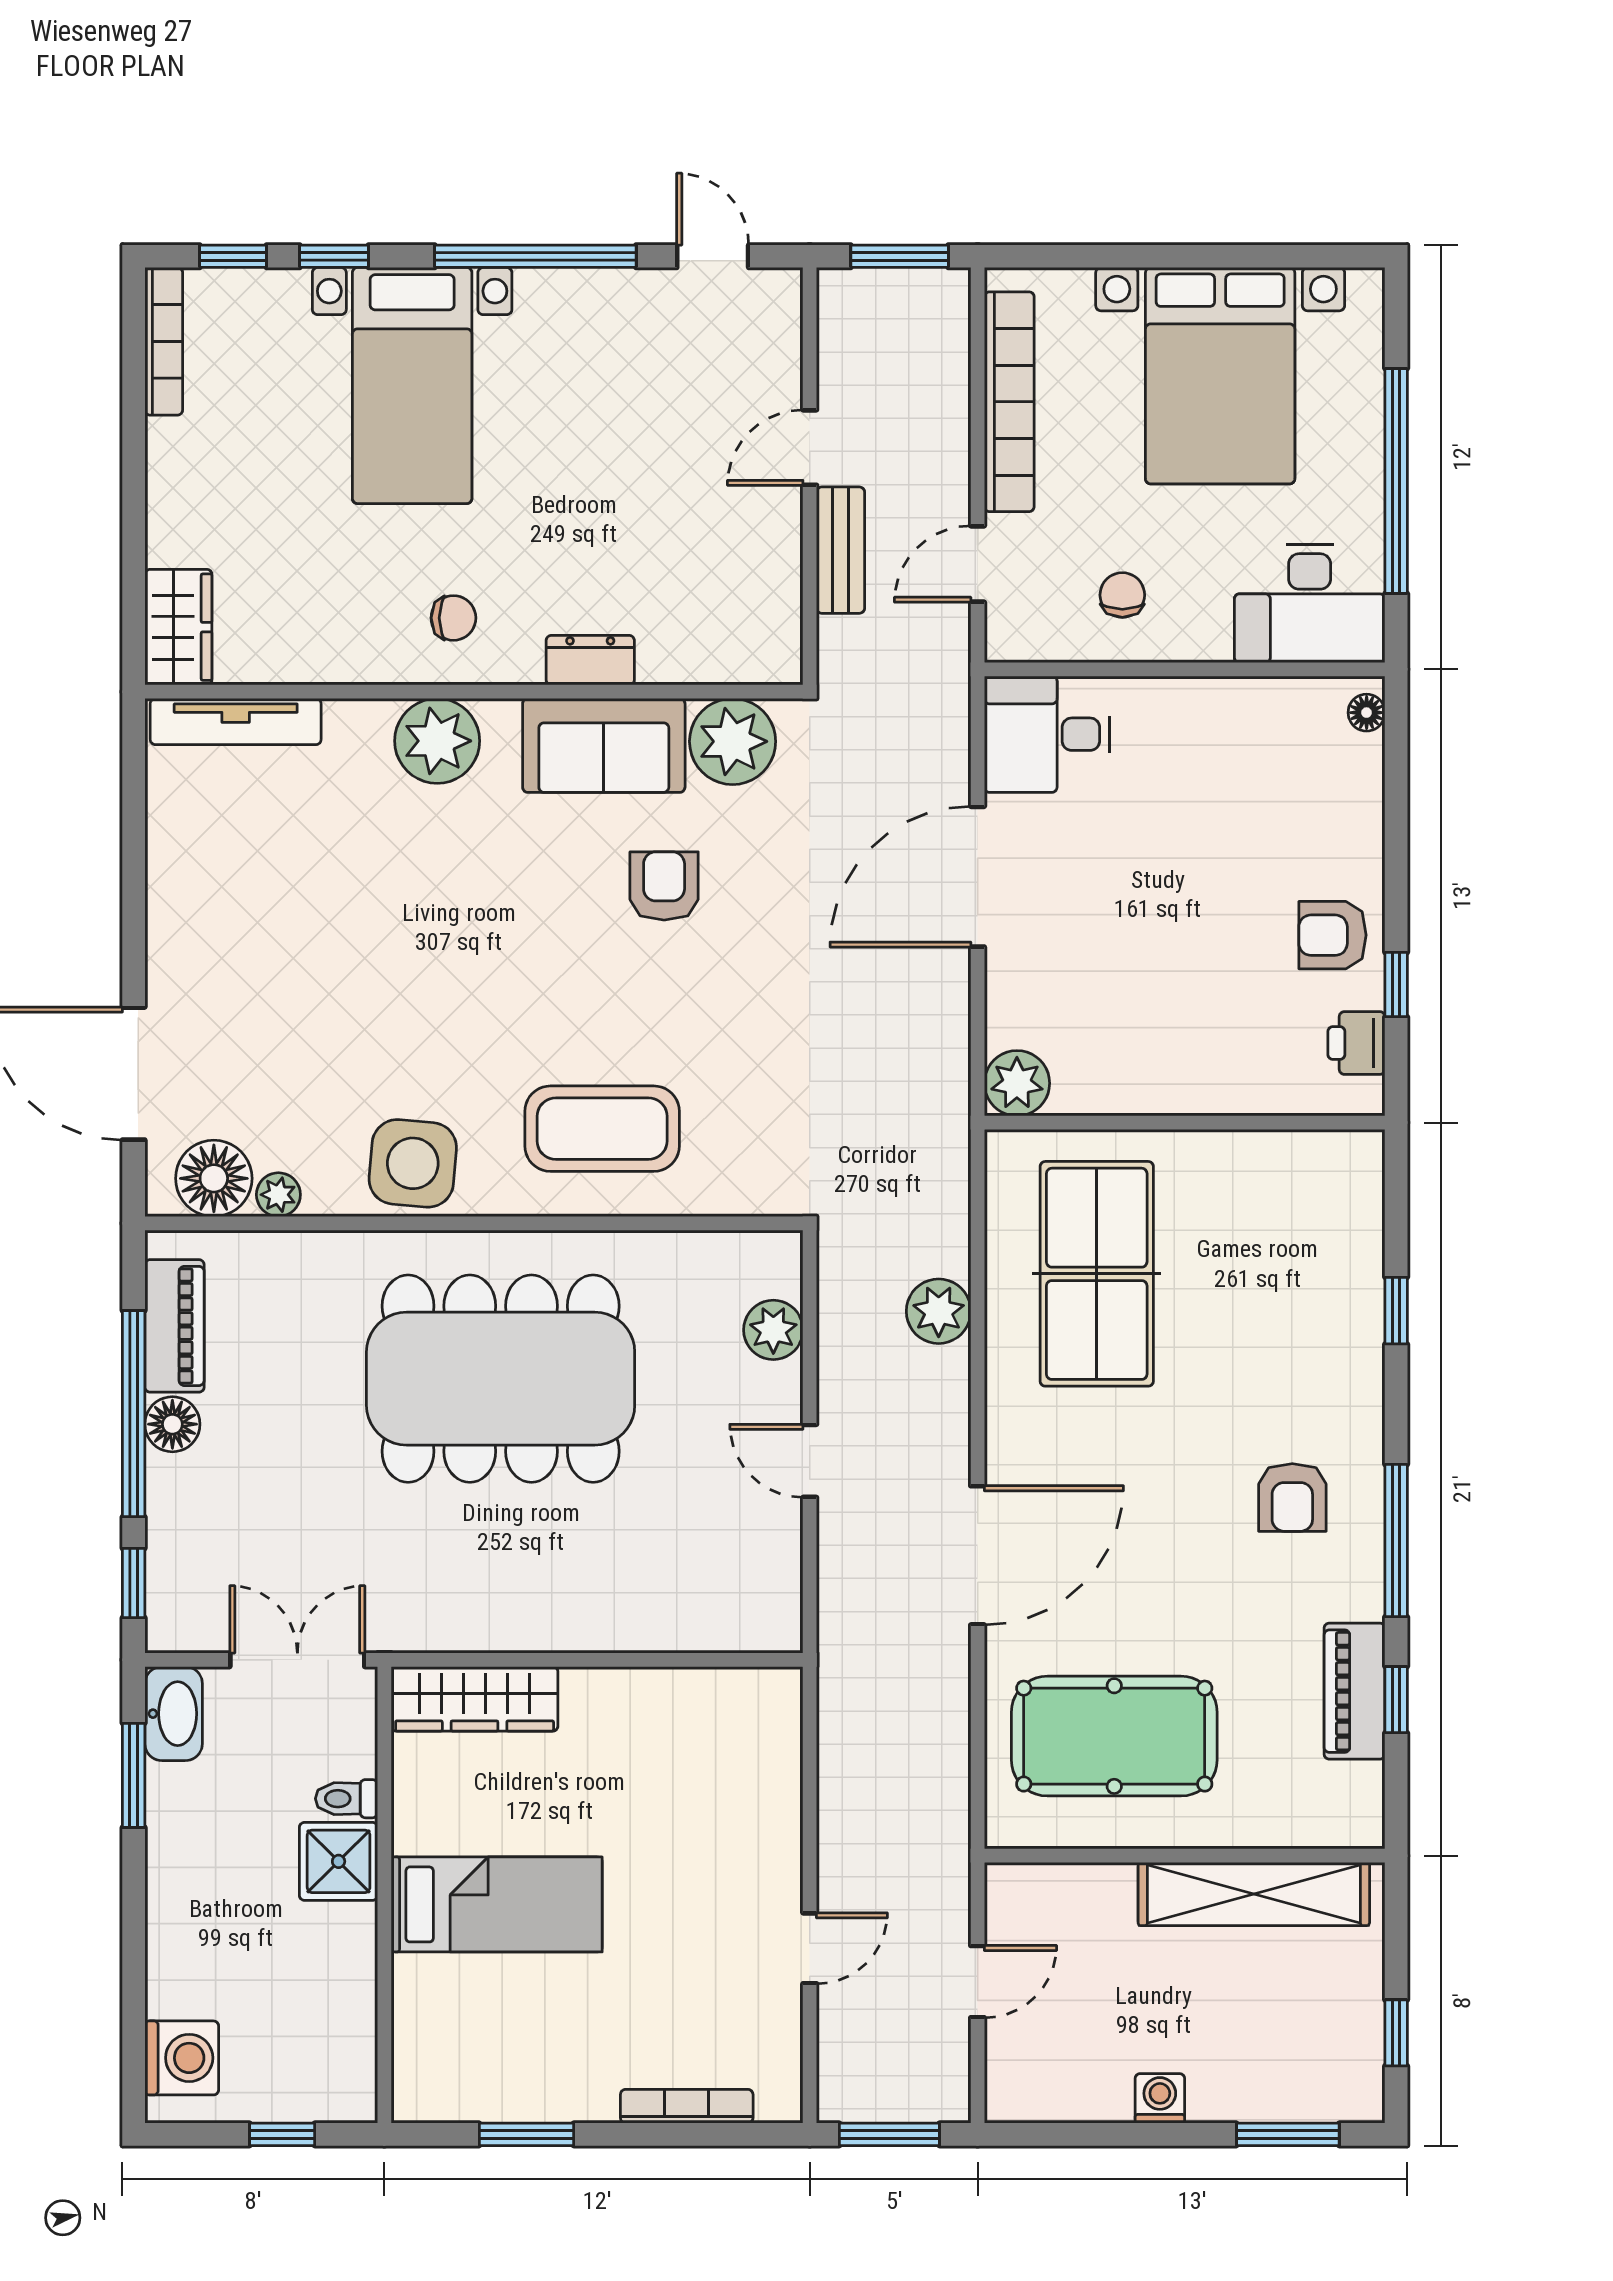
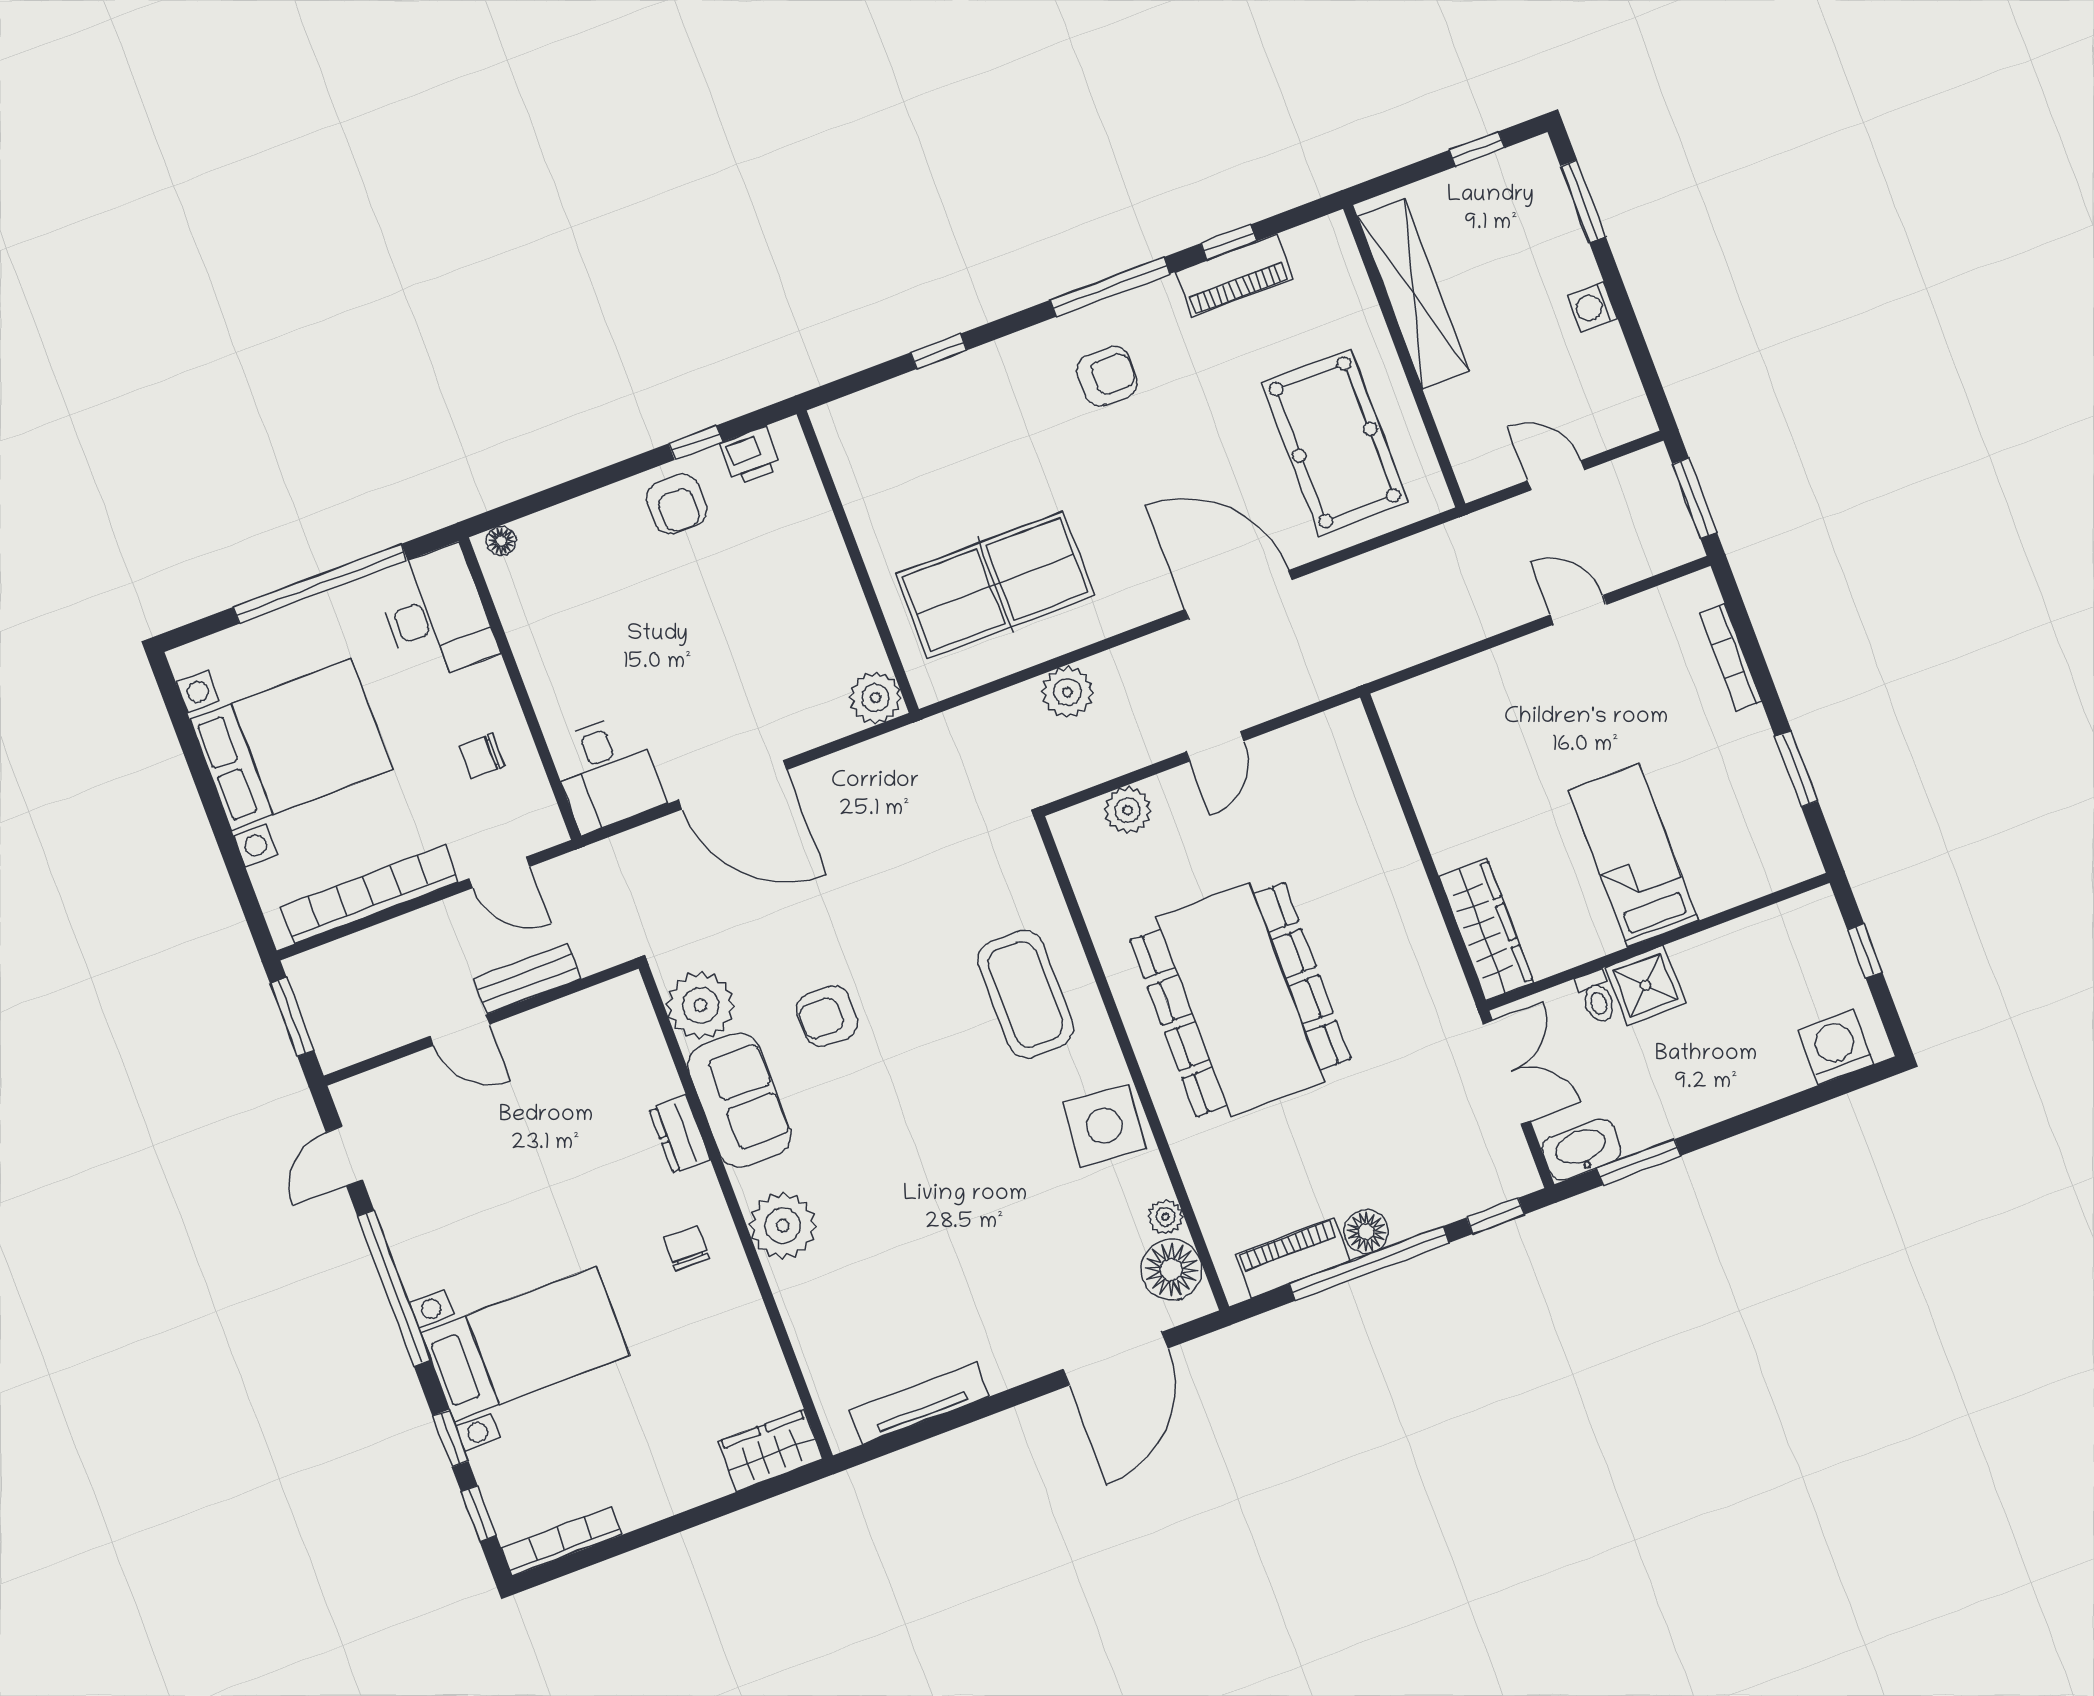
tv unit: (236, 722) -> (919, 1403), moved, turned -90
double door: (297, 1660) -> (1507, 1072), swing flipped

